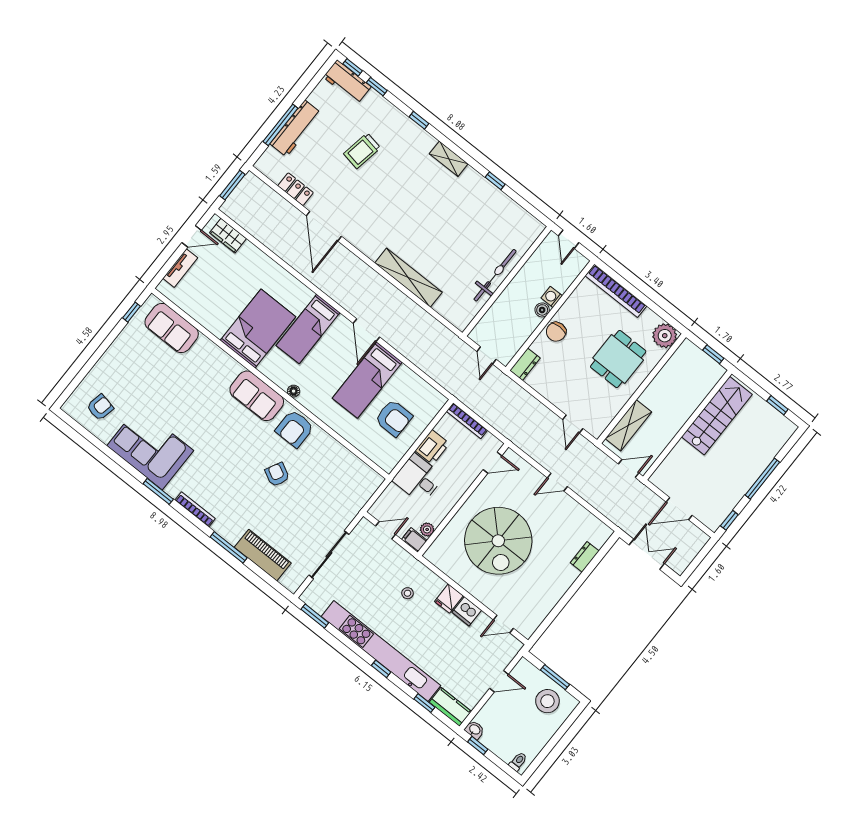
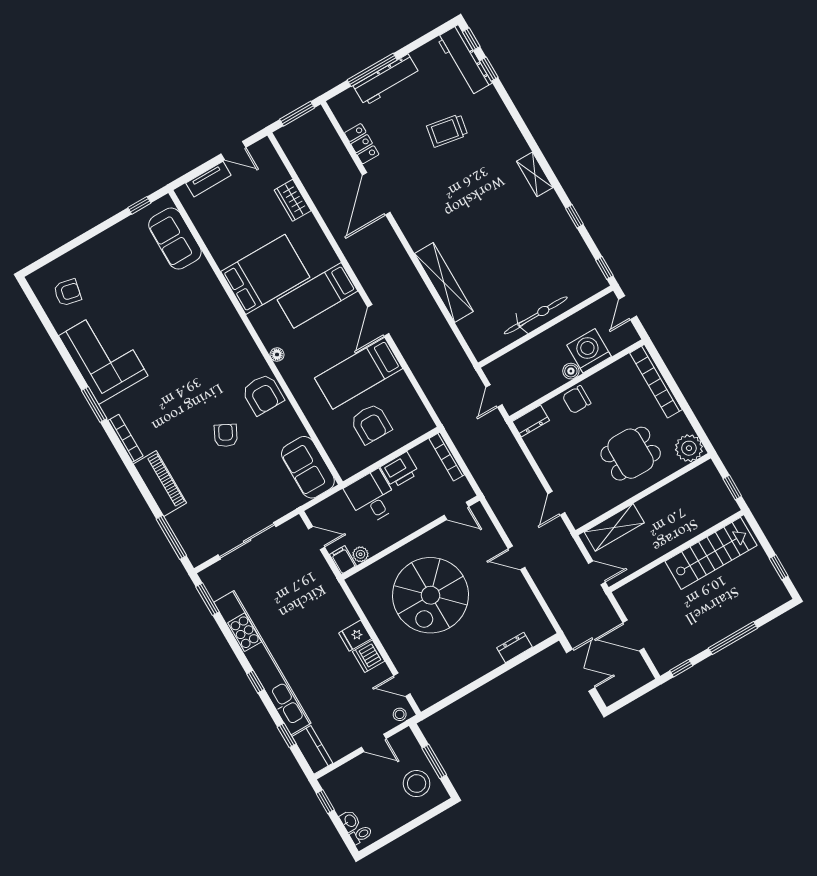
workbench: (347, 82) -> (464, 60), width x1.38
window: (419, 120) -> (604, 268), moved
wardrobe: (228, 236) -> (293, 200), moved
washing machine: (552, 297) -> (589, 351), width x1.89, depth x1.89
sofa: (257, 396) -> (308, 467), moved
armchair: (295, 429) -> (263, 394), turned -90
window: (229, 547) -> (171, 537), moved
piano: (263, 555) -> (160, 483), moved
stool: (408, 593) -> (400, 714), moved
washbasin: (475, 730) -> (350, 821), moved

